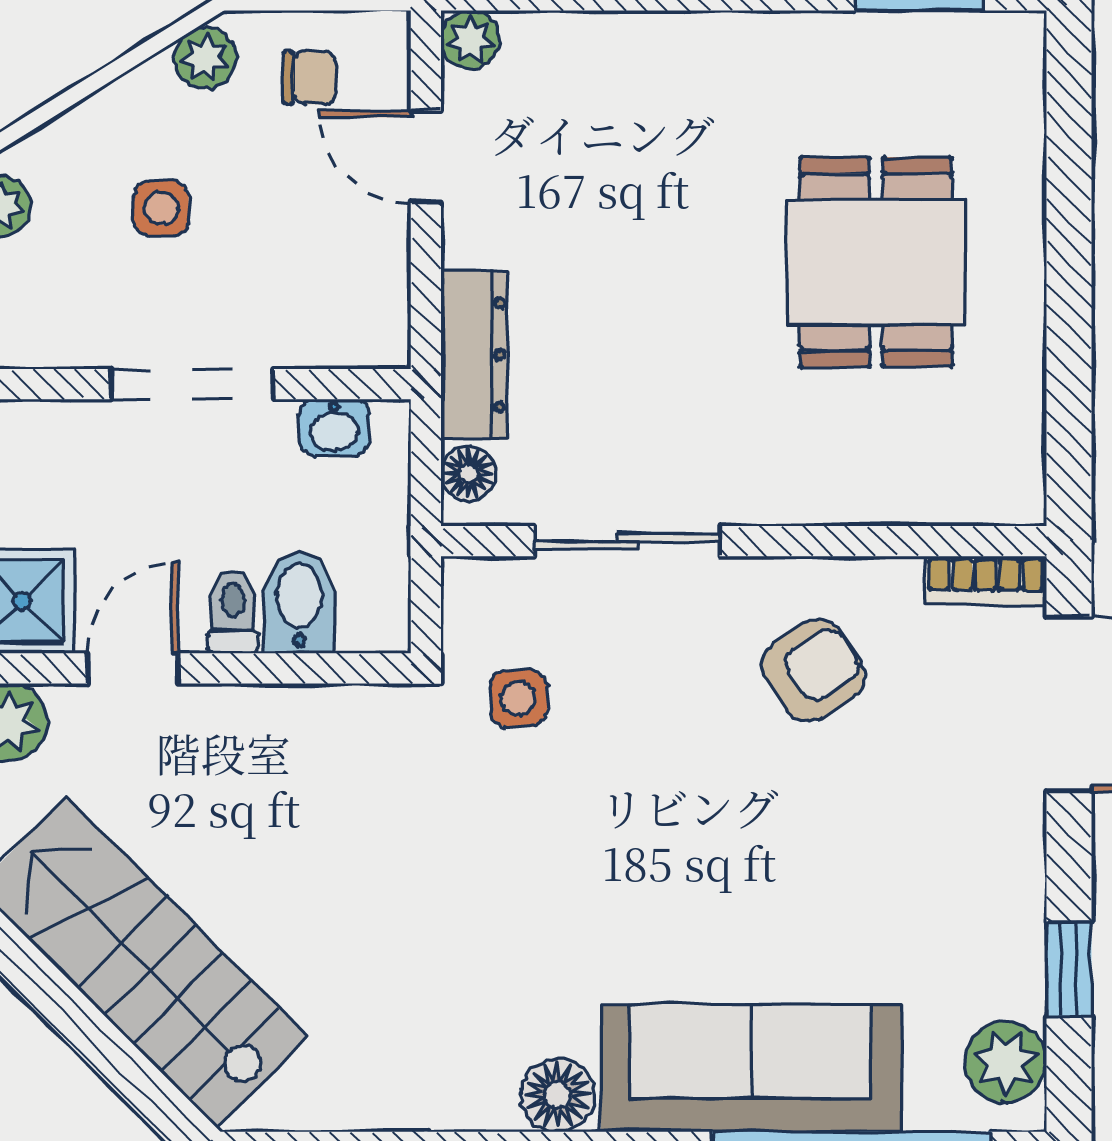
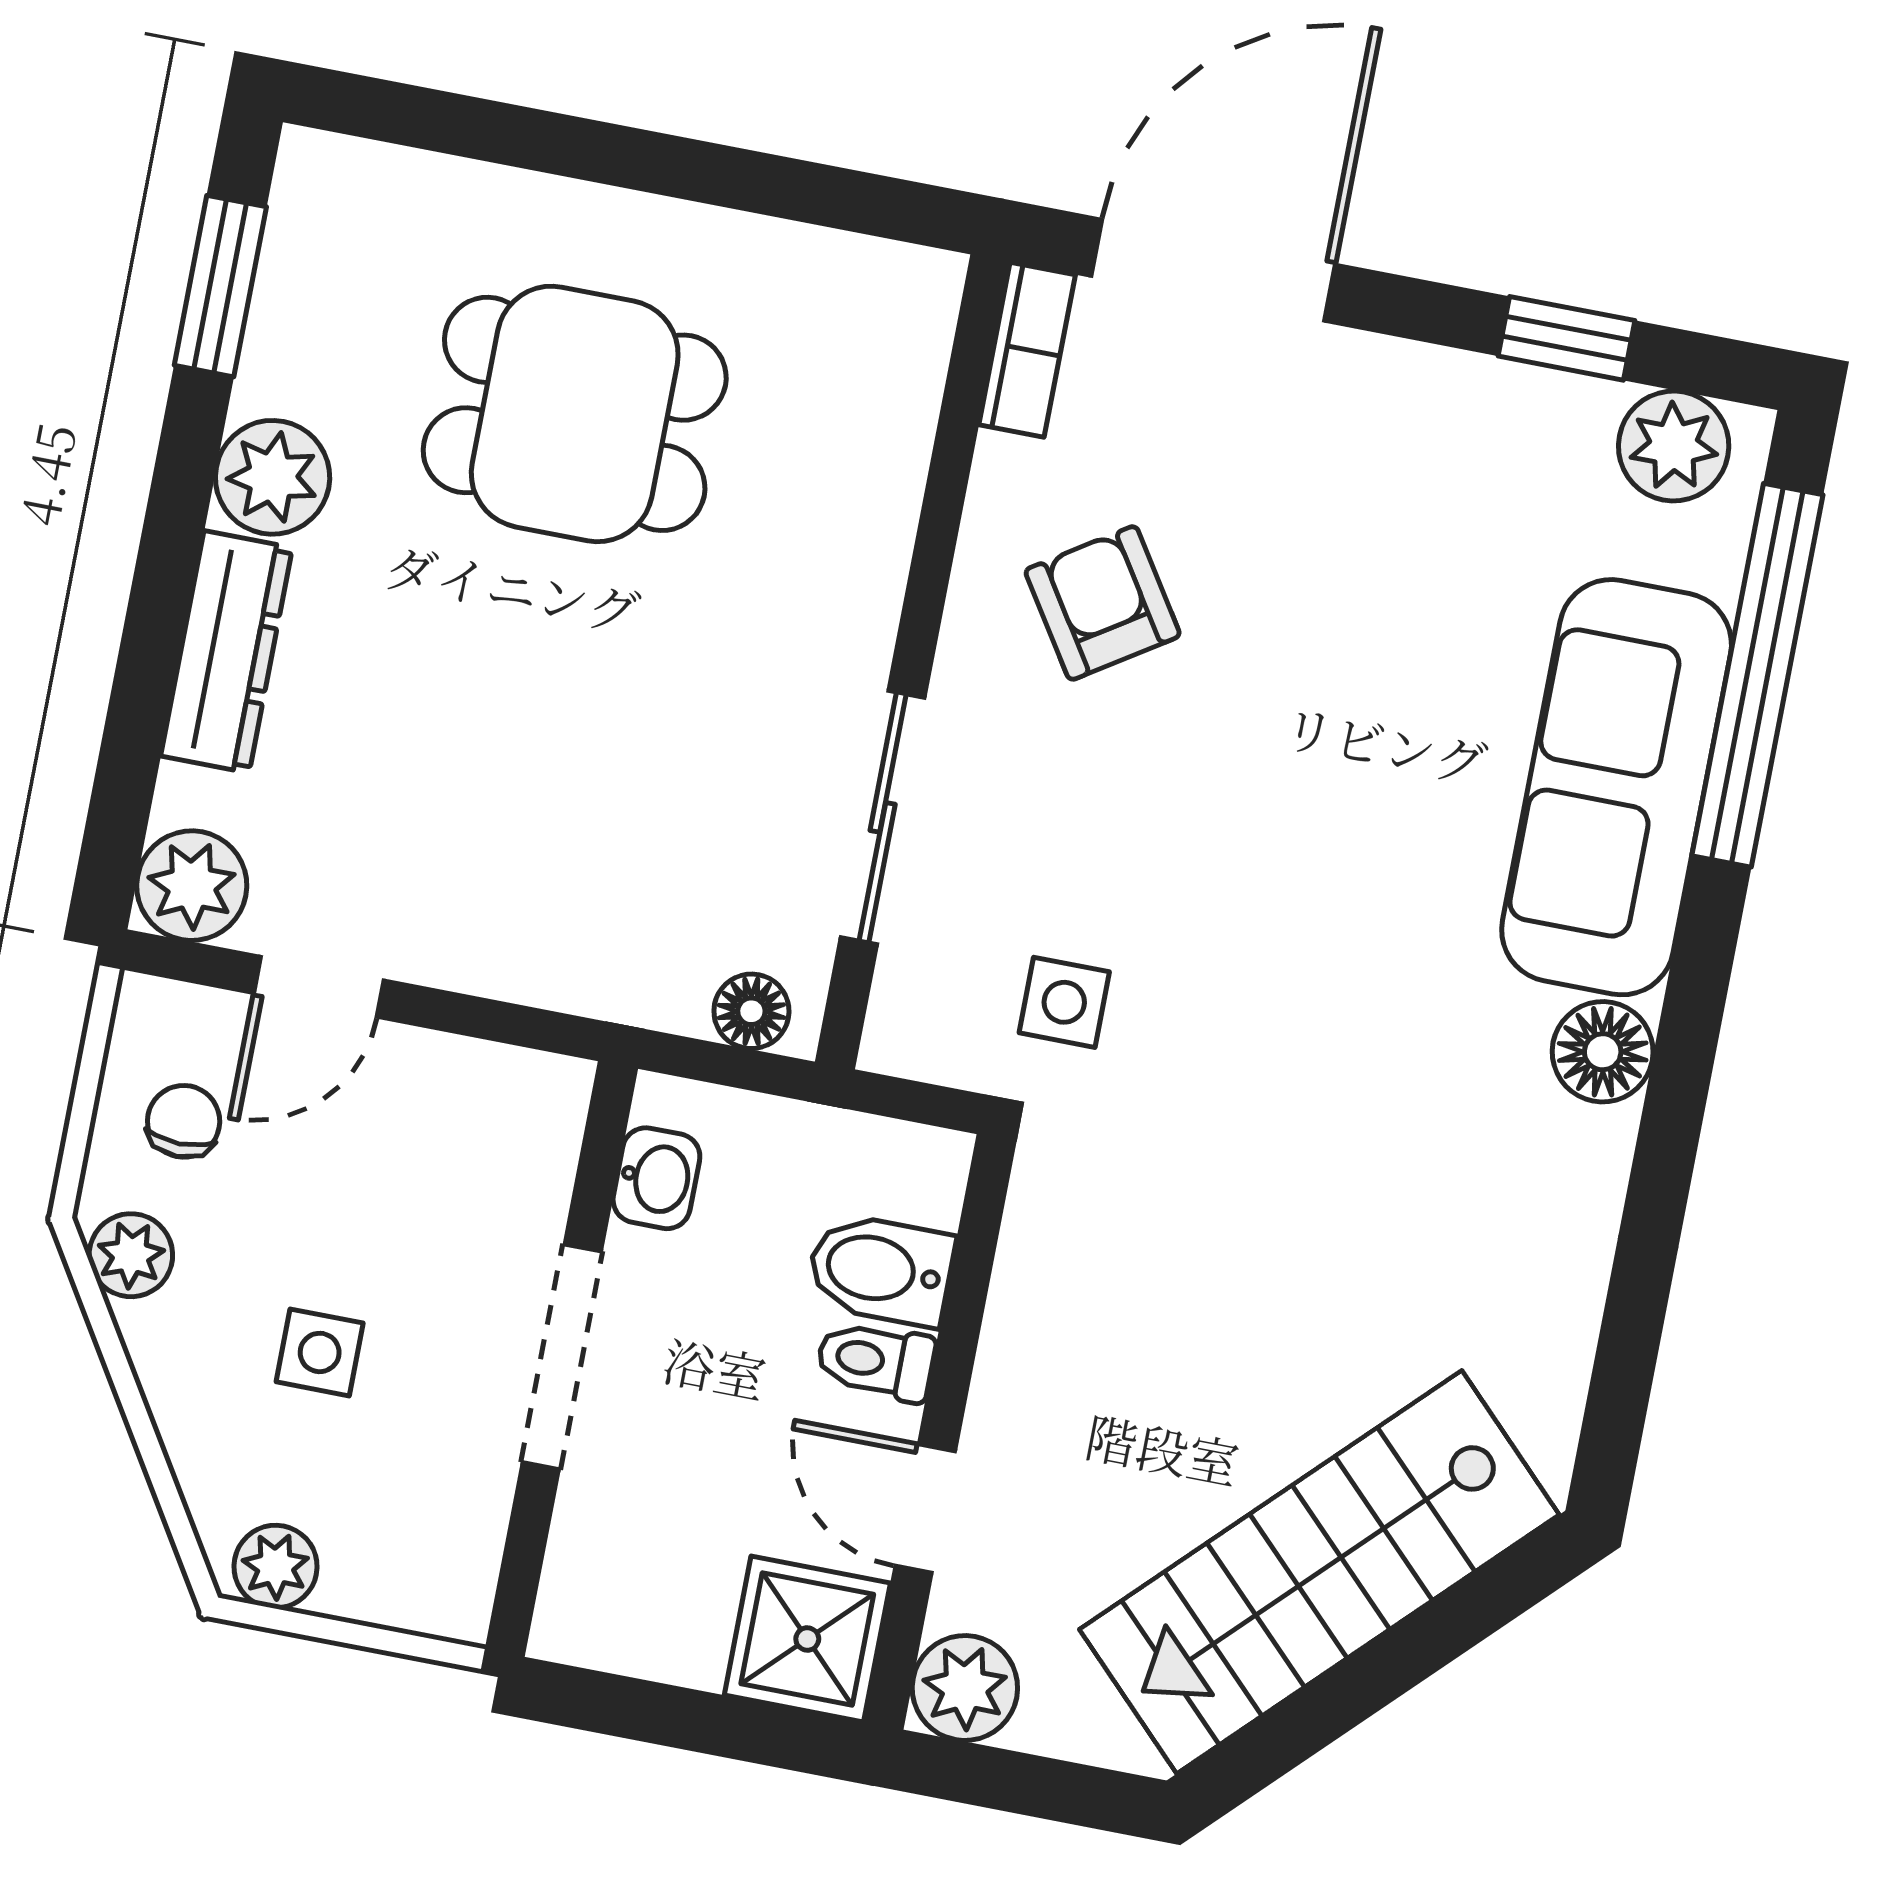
plant: (470, 40) -> (192, 886), width x1.38, depth x1.38
plant: (788, 52) -> (273, 477), added
dresser: (474, 355) -> (227, 652), moved, turned 90

